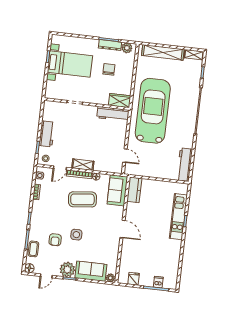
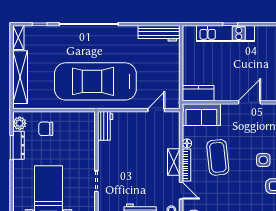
chair: (109, 69) -> (46, 129), moved
wardrobe: (120, 101) -> (87, 125), removed
workbench: (113, 114) -> (105, 126), width x0.73

